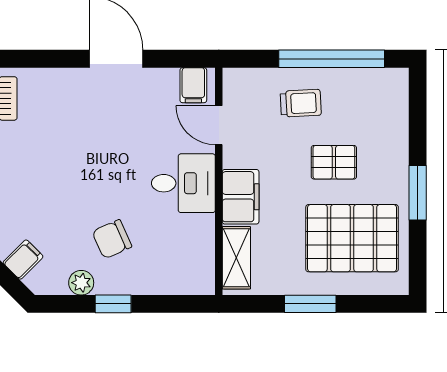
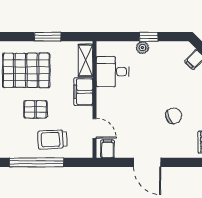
trolley: (301, 103) -> (52, 140), width x1.36, depth x1.39
desk: (183, 183) -> (113, 72), moved
chair: (112, 239) -> (173, 116), moved
plant: (81, 283) -> (142, 48), moved

